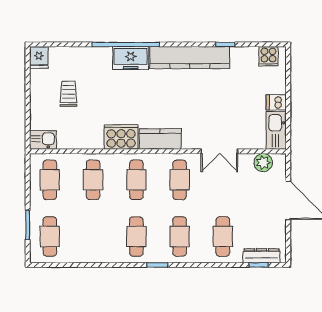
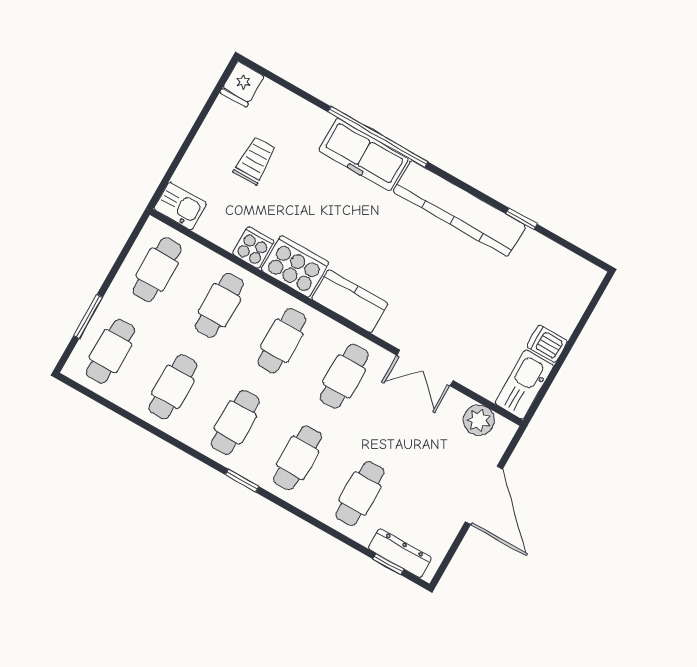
cooker: (269, 56) -> (253, 248), moved, turned 180
freezer: (131, 58) -> (364, 155), width x1.40
cafe table: (93, 236) -> (173, 387), added

